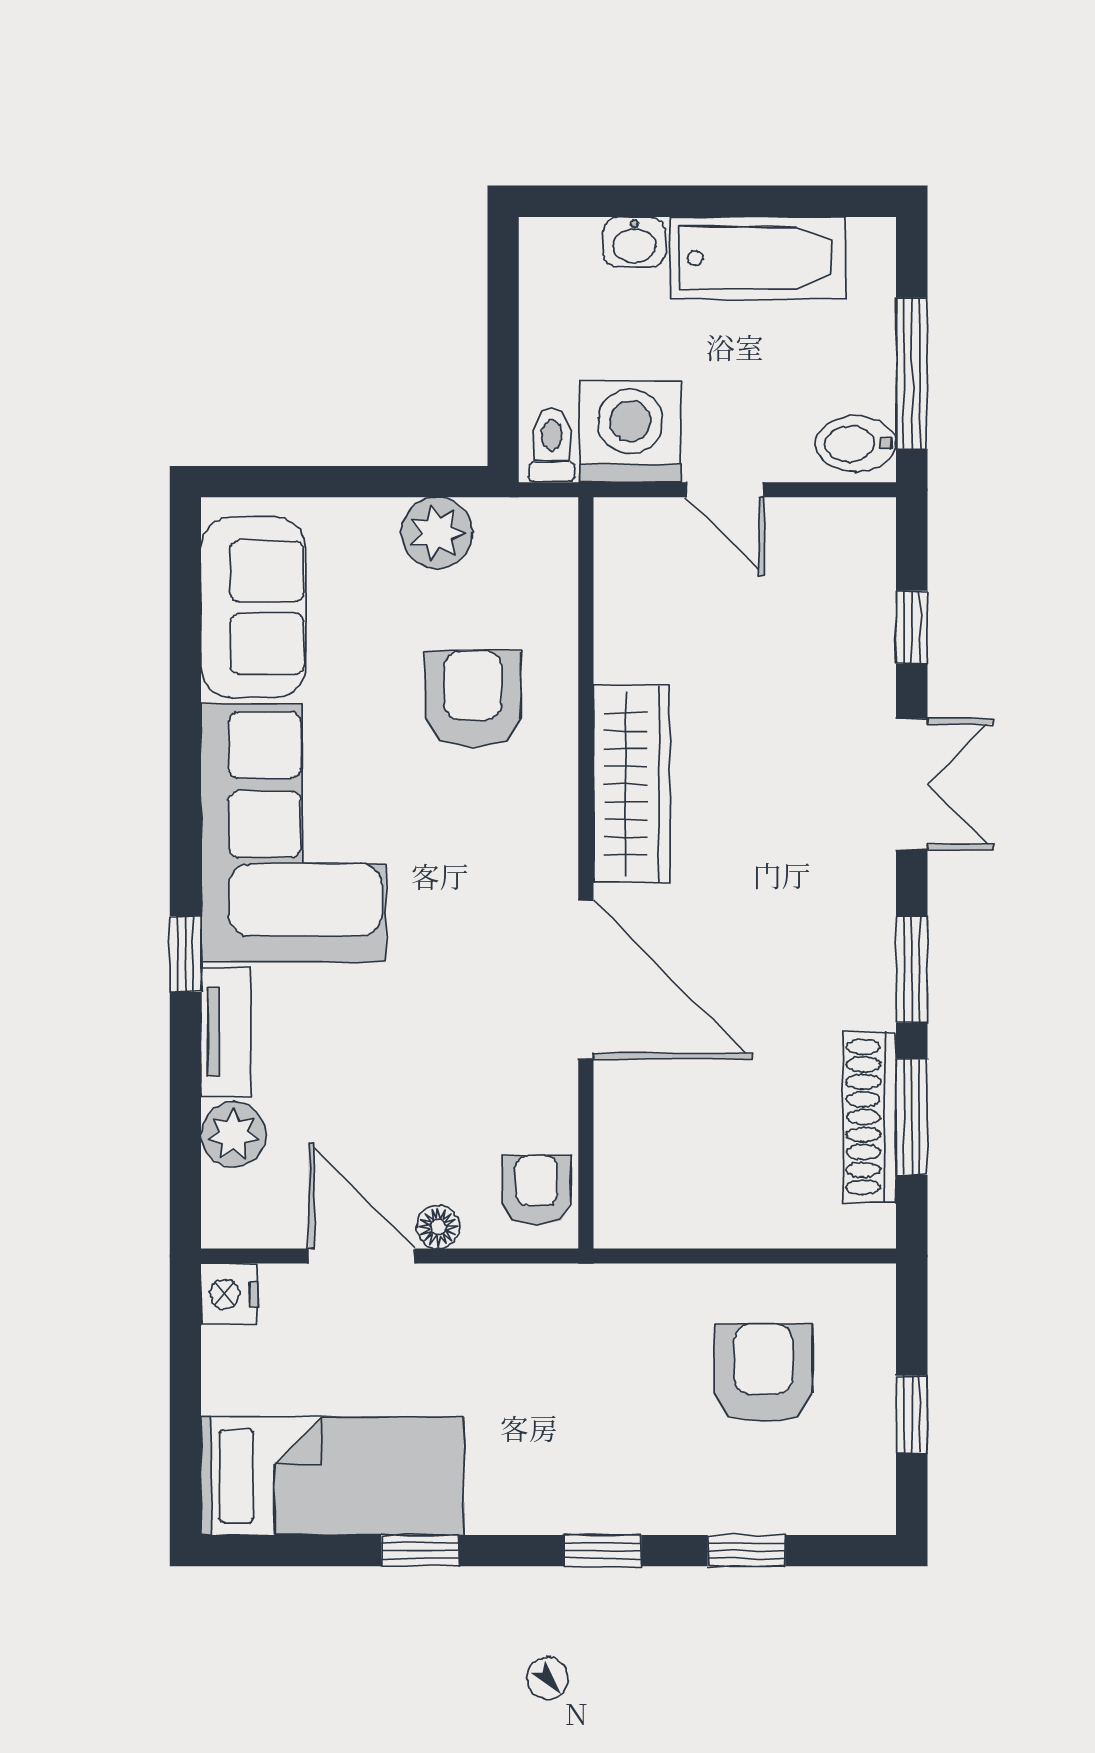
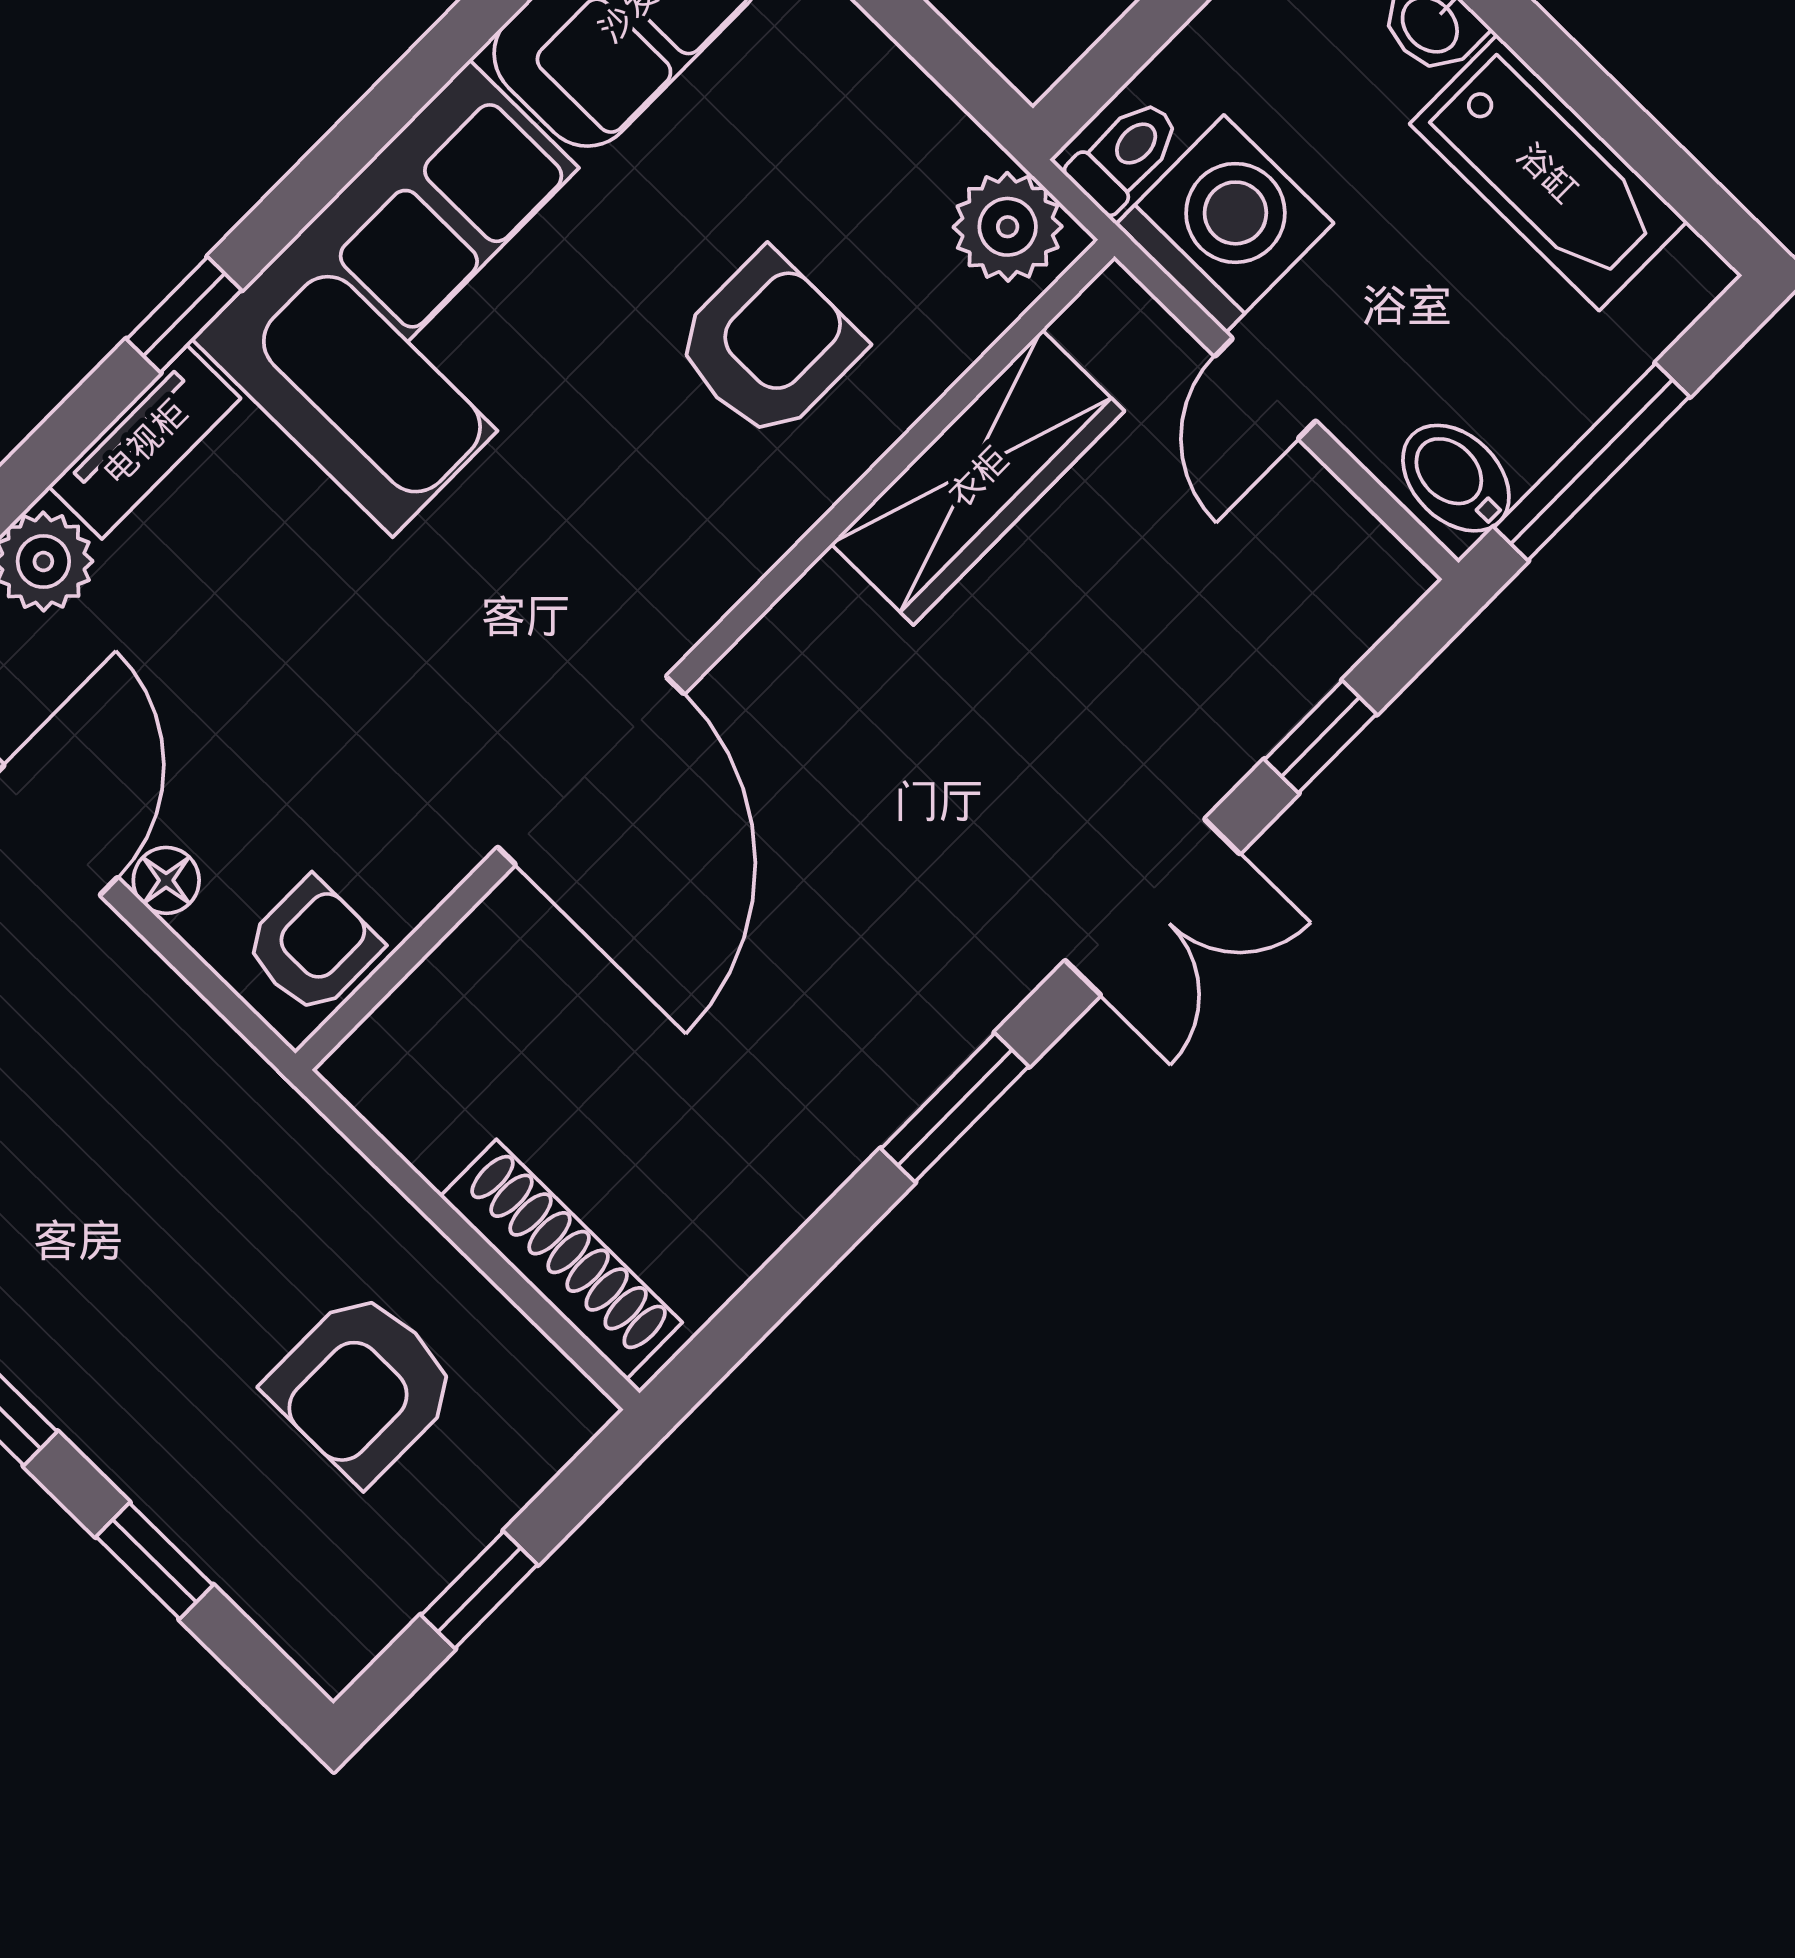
plant: (437, 533) -> (1008, 227), moved
wardrobe: (632, 784) -> (978, 477), moved
shoe rack: (870, 1117) -> (561, 1259), moved, turned 90
window: (912, 1117) -> (797, 1267), removed
armchair: (763, 1373) -> (363, 1386), turned 180

